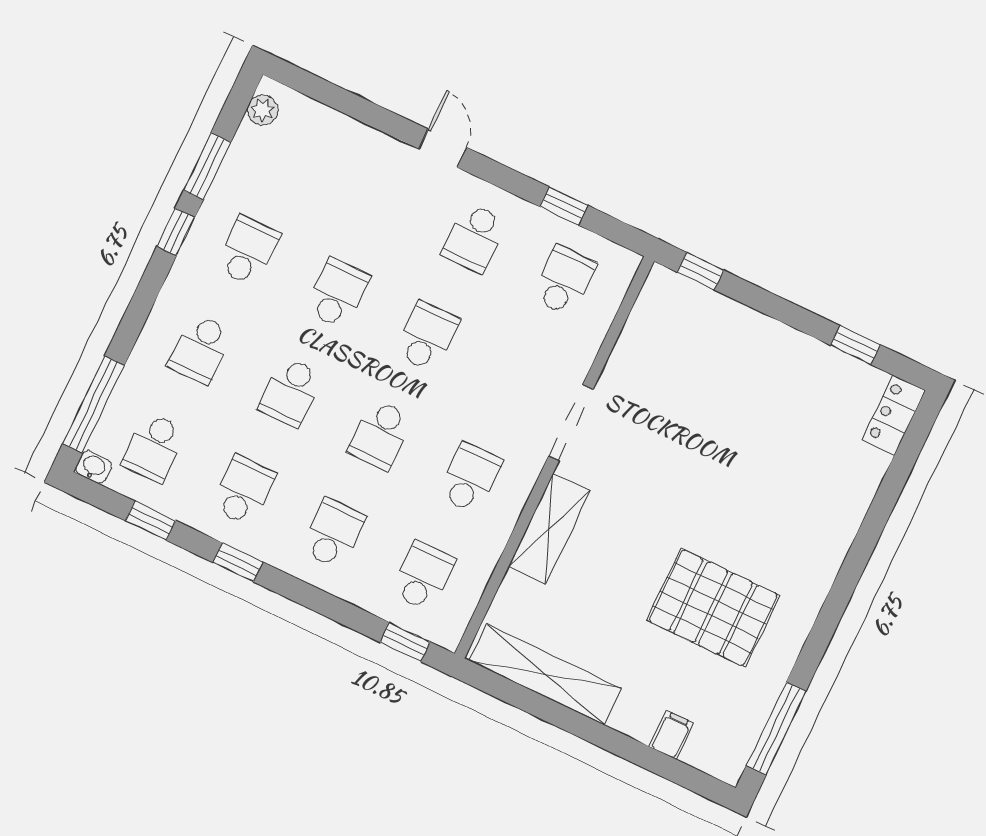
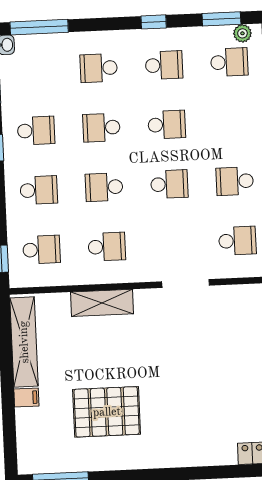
window: (207, 166) -> (221, 19), moved
doorway: (571, 423) -> (186, 284), moved
school desk: (154, 448) -> (229, 62), moved, turned 180
pallet: (713, 608) -> (107, 412), turned 90
filing cabinet: (671, 735) -> (26, 398), moved

